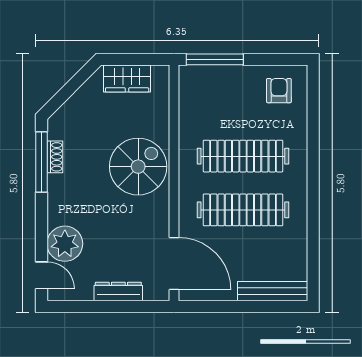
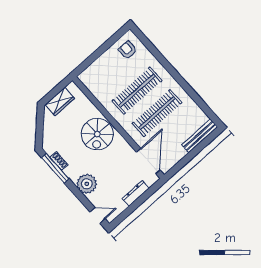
window: (215, 59) -> (89, 61), removed
spiral stairs: (138, 167) -> (97, 134), turned 180
plant: (65, 244) -> (87, 184), moved
door: (174, 263) -> (148, 161), hinge flipped

